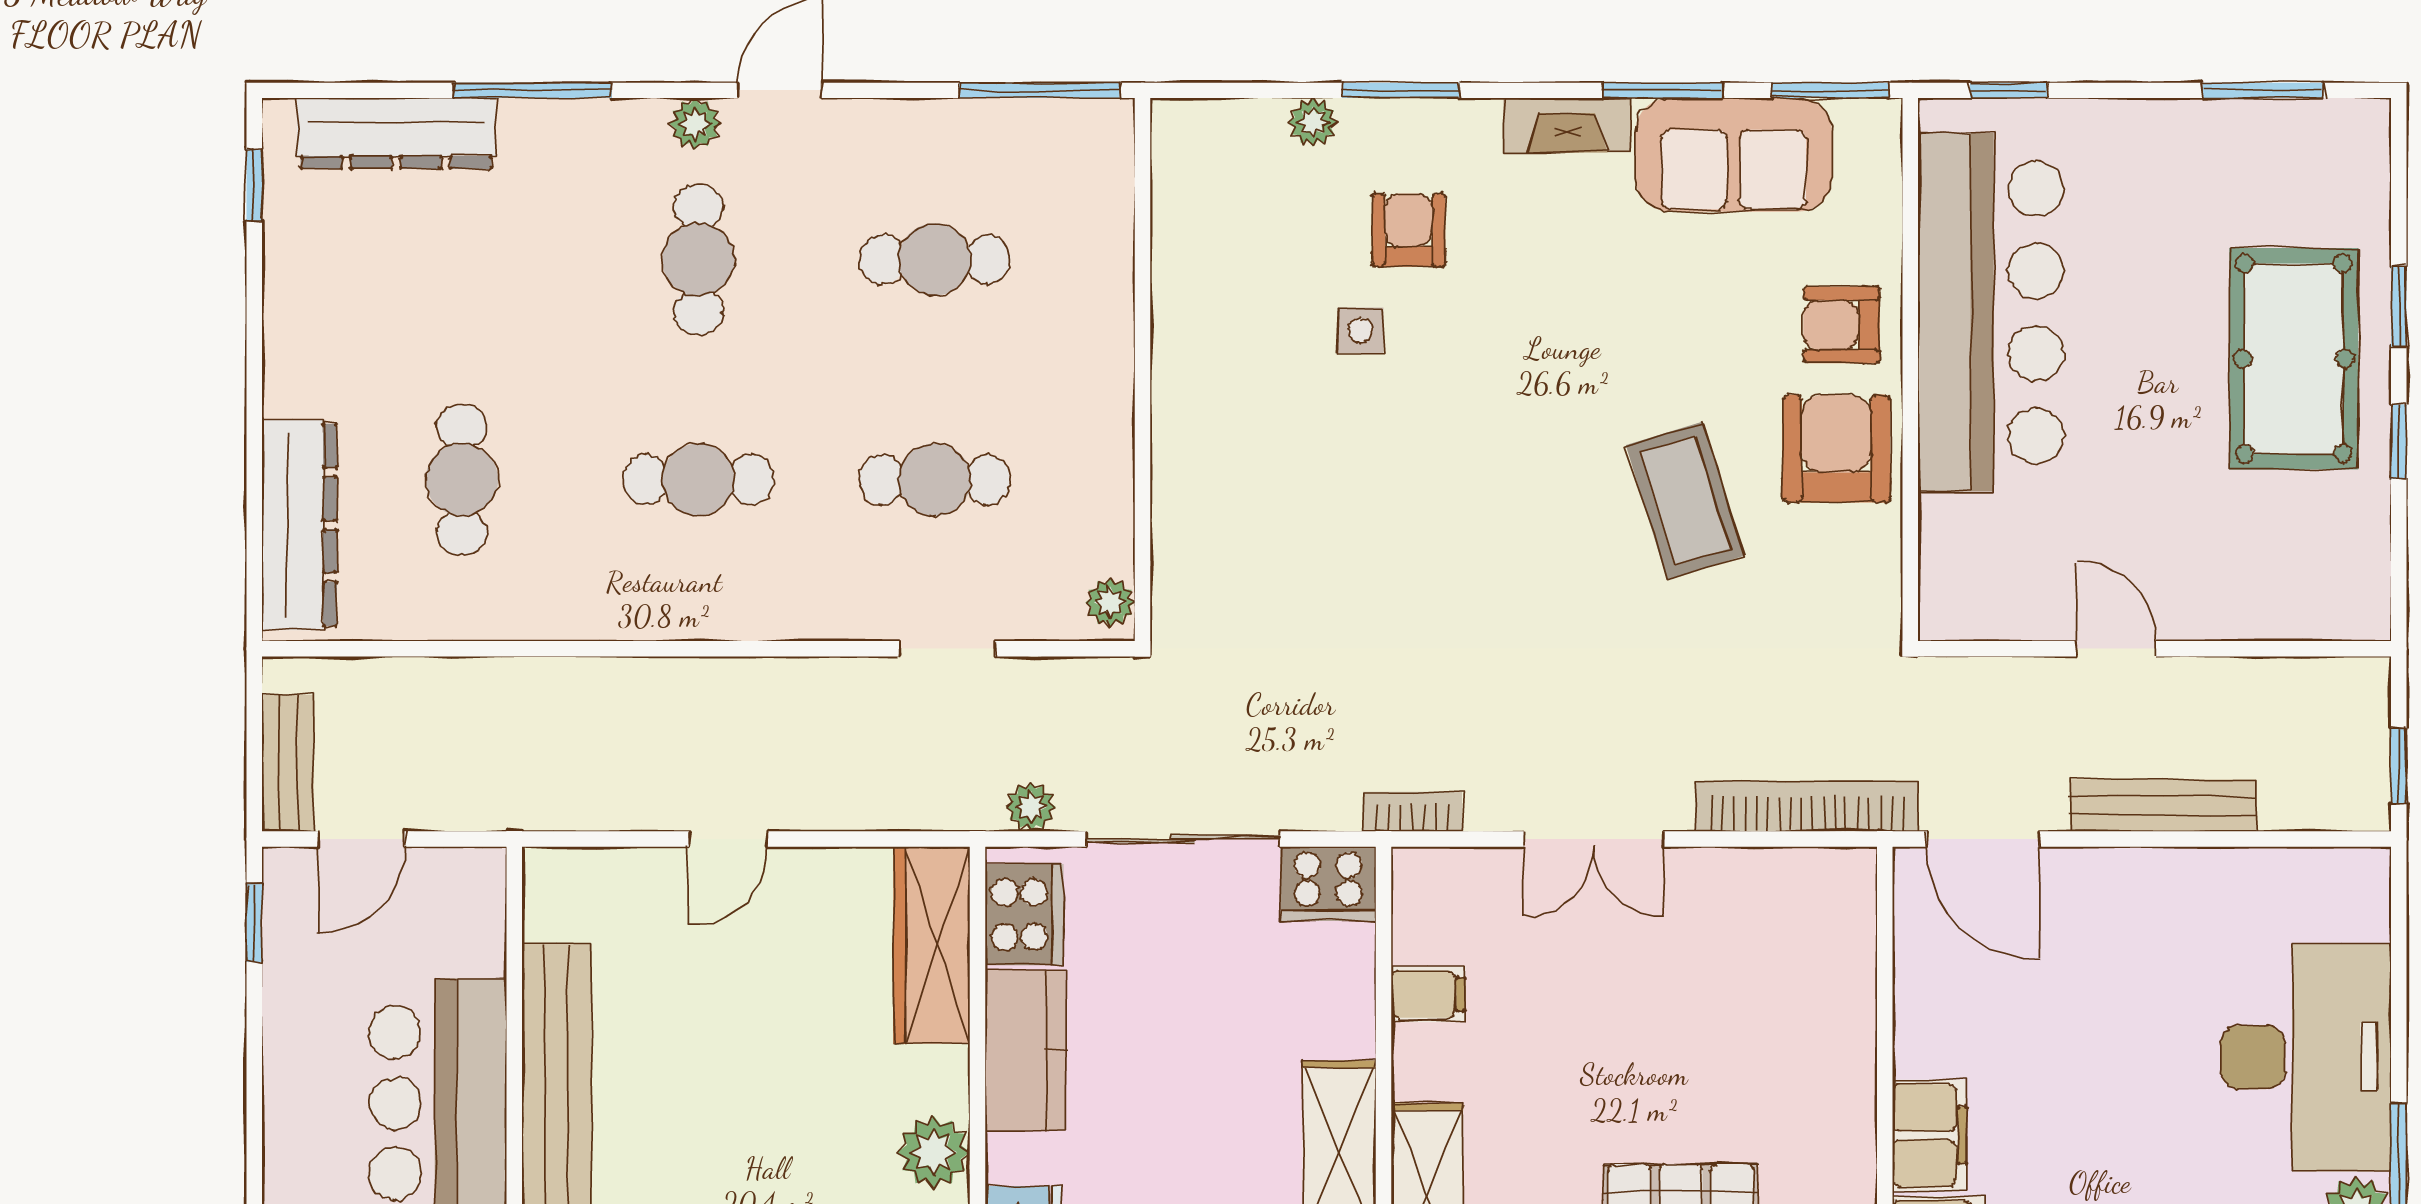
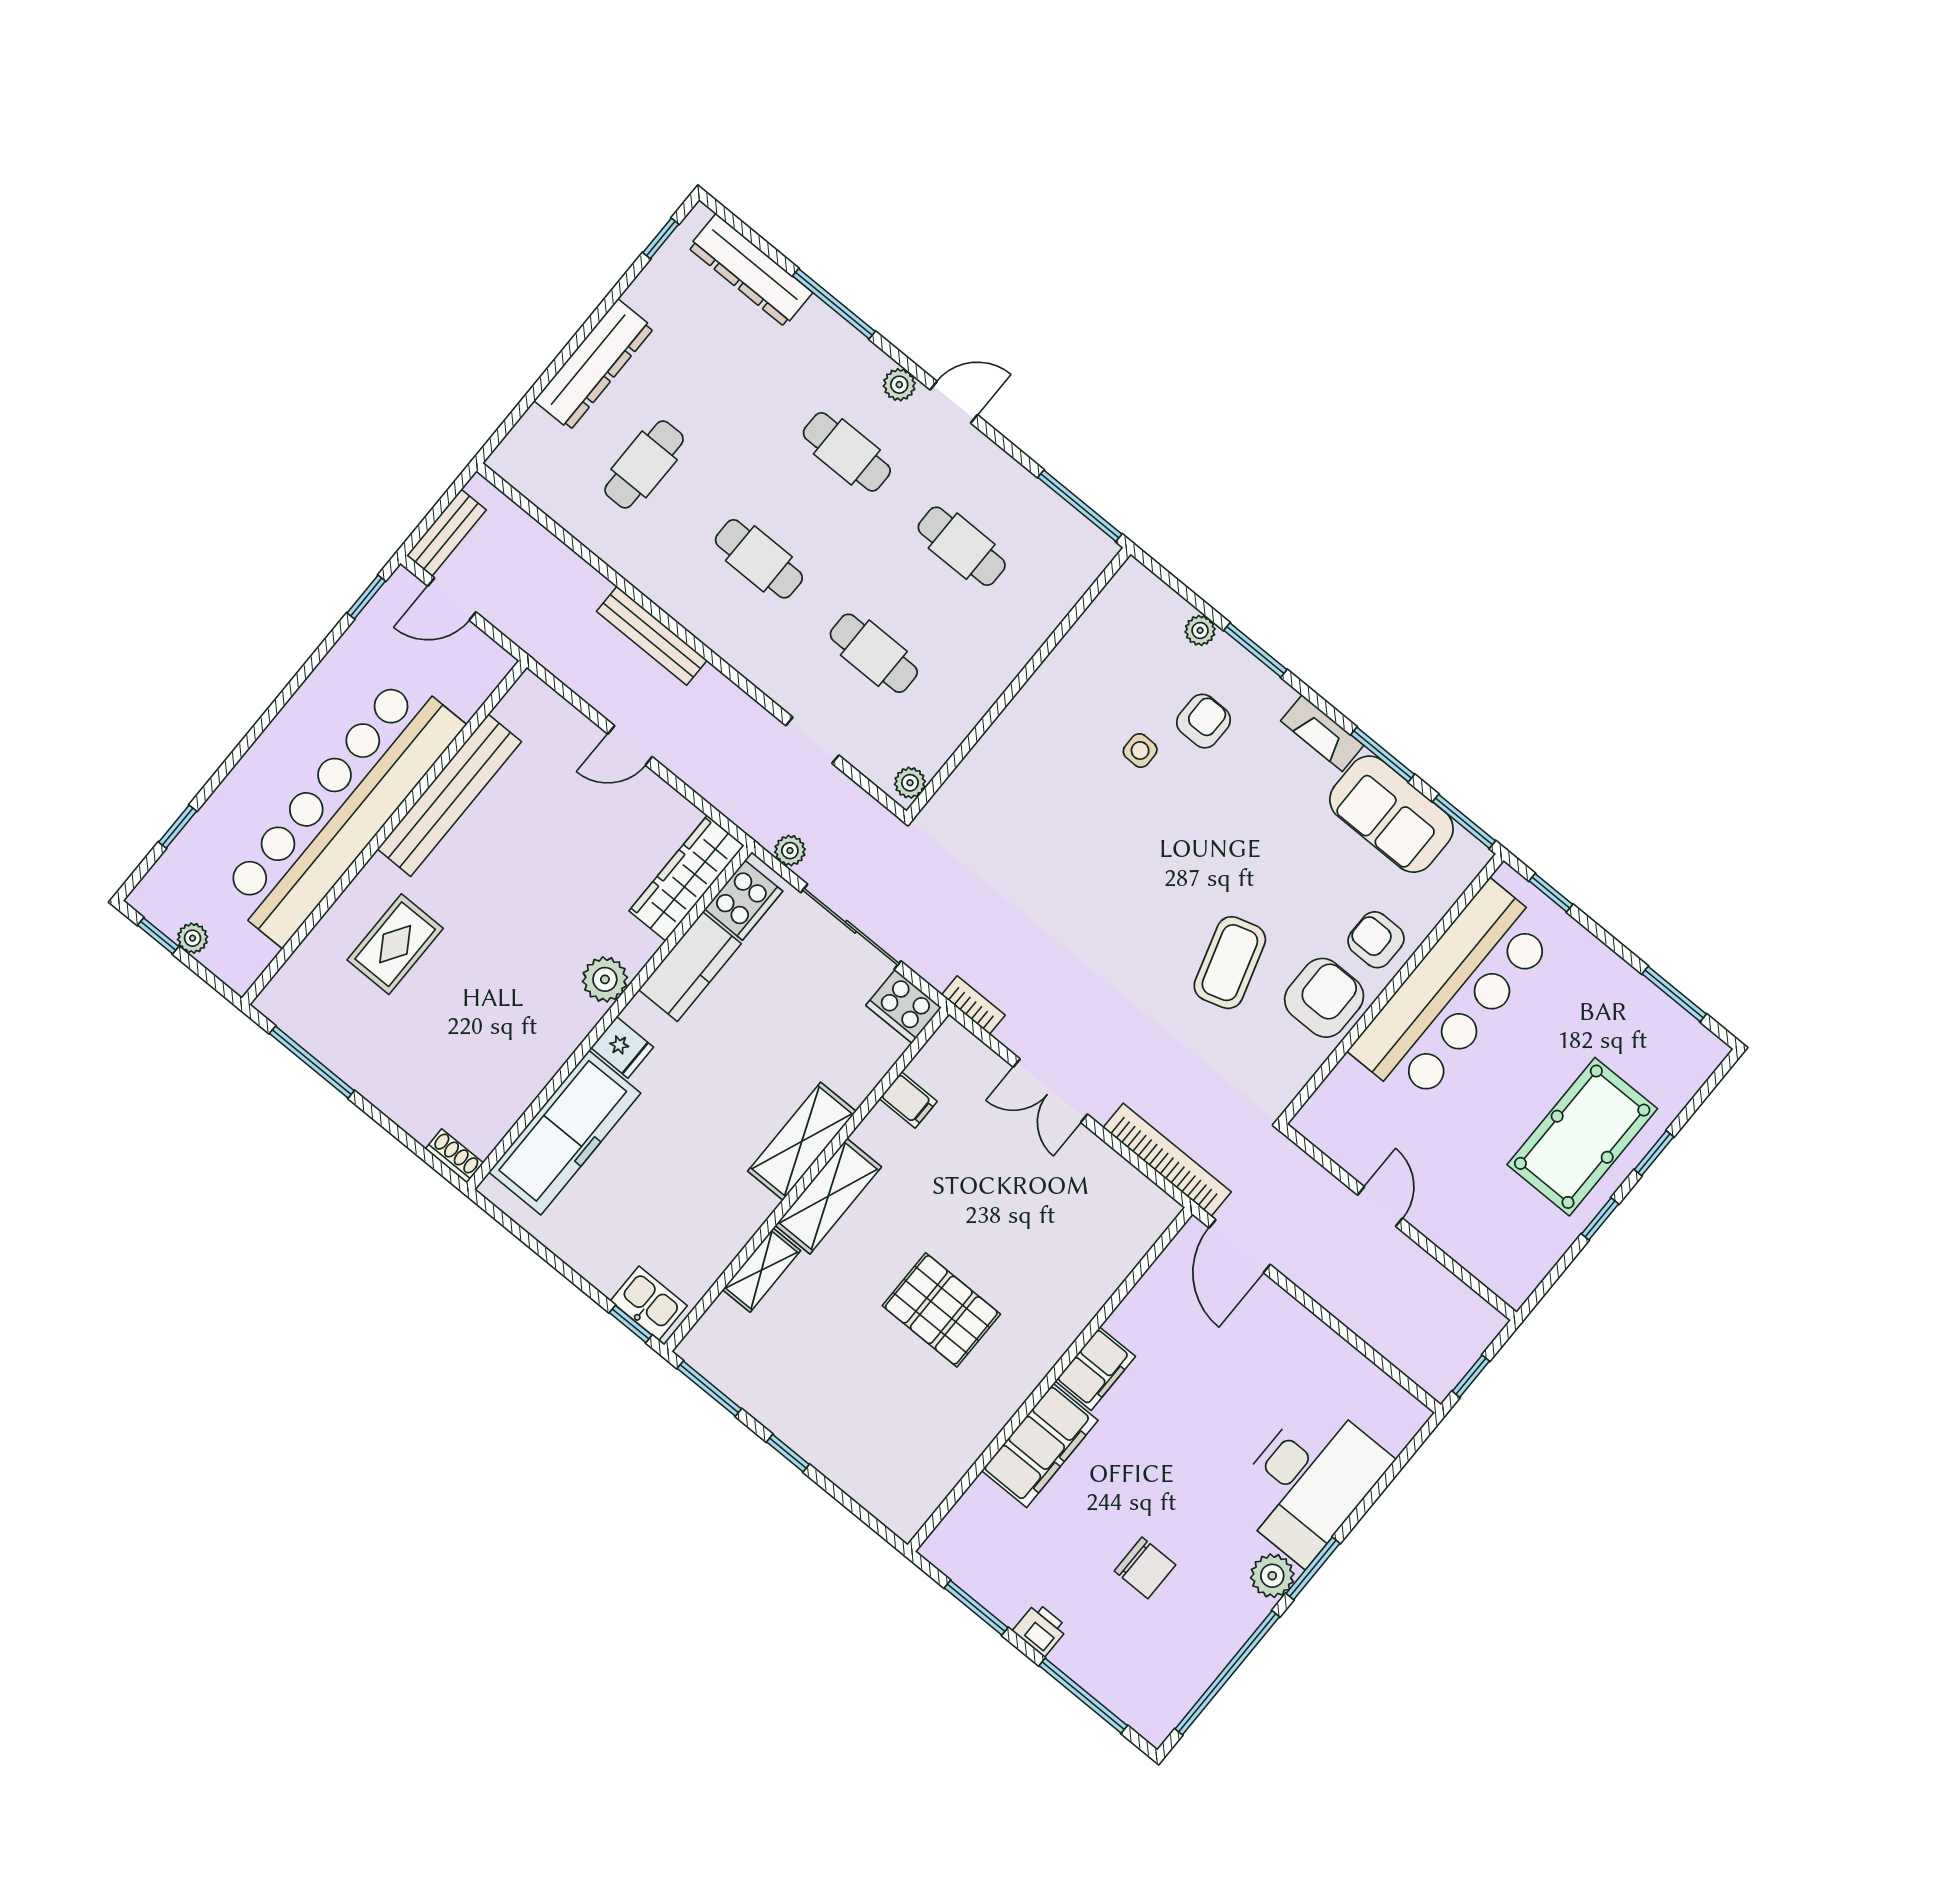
cafe table: (698, 259) -> (847, 452), turned 90
dresser: (299, 525) -> (594, 365), moved
bench: (2163, 805) -> (652, 636), moved

